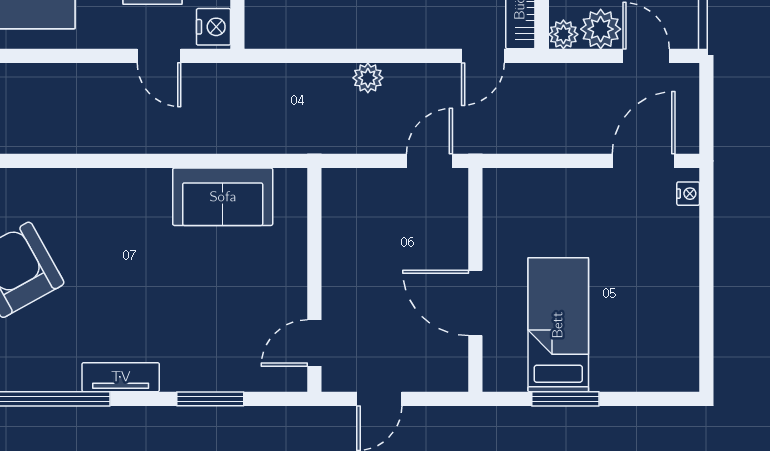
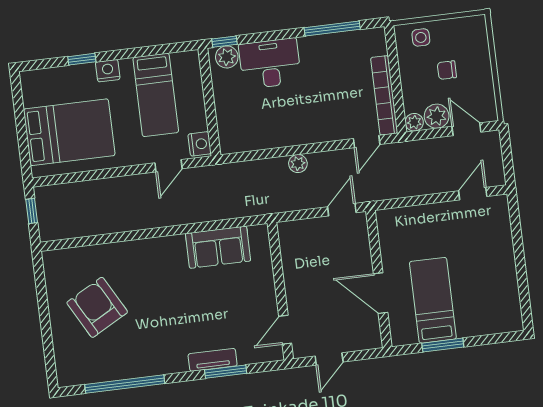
door: (159, 56) -> (168, 166), hinge flipped
door: (644, 161) -> (473, 194), width x0.73
nightstand: (688, 194) -> (502, 210), removed
tv unit: (121, 377) -> (213, 360), moved

